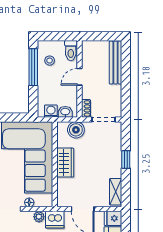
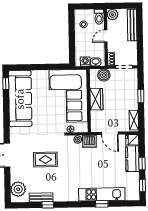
plant: (89, 48) -> (113, 15), added
window: (33, 67) -> (72, 29), removed

